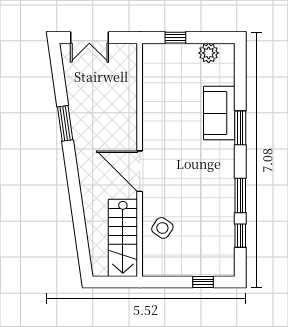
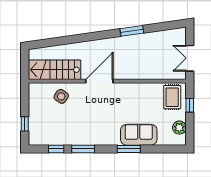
double door: (89, 38) -> (190, 58), moved
rug: (164, 63) -> (172, 97), added

